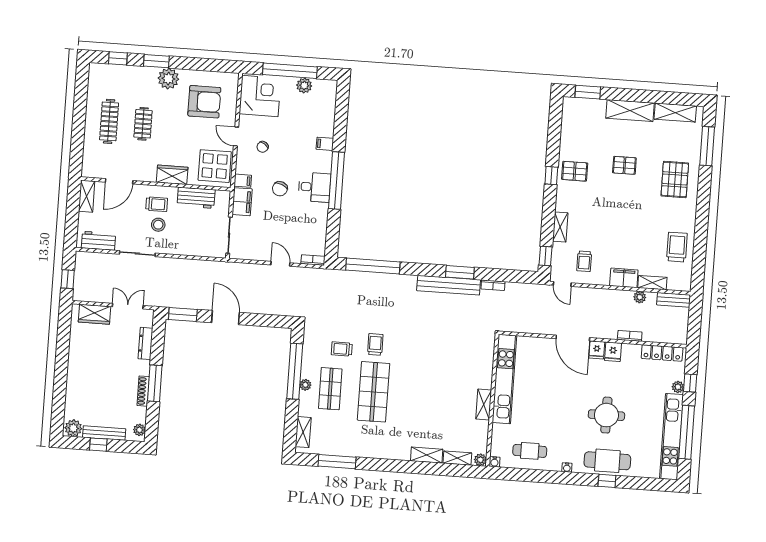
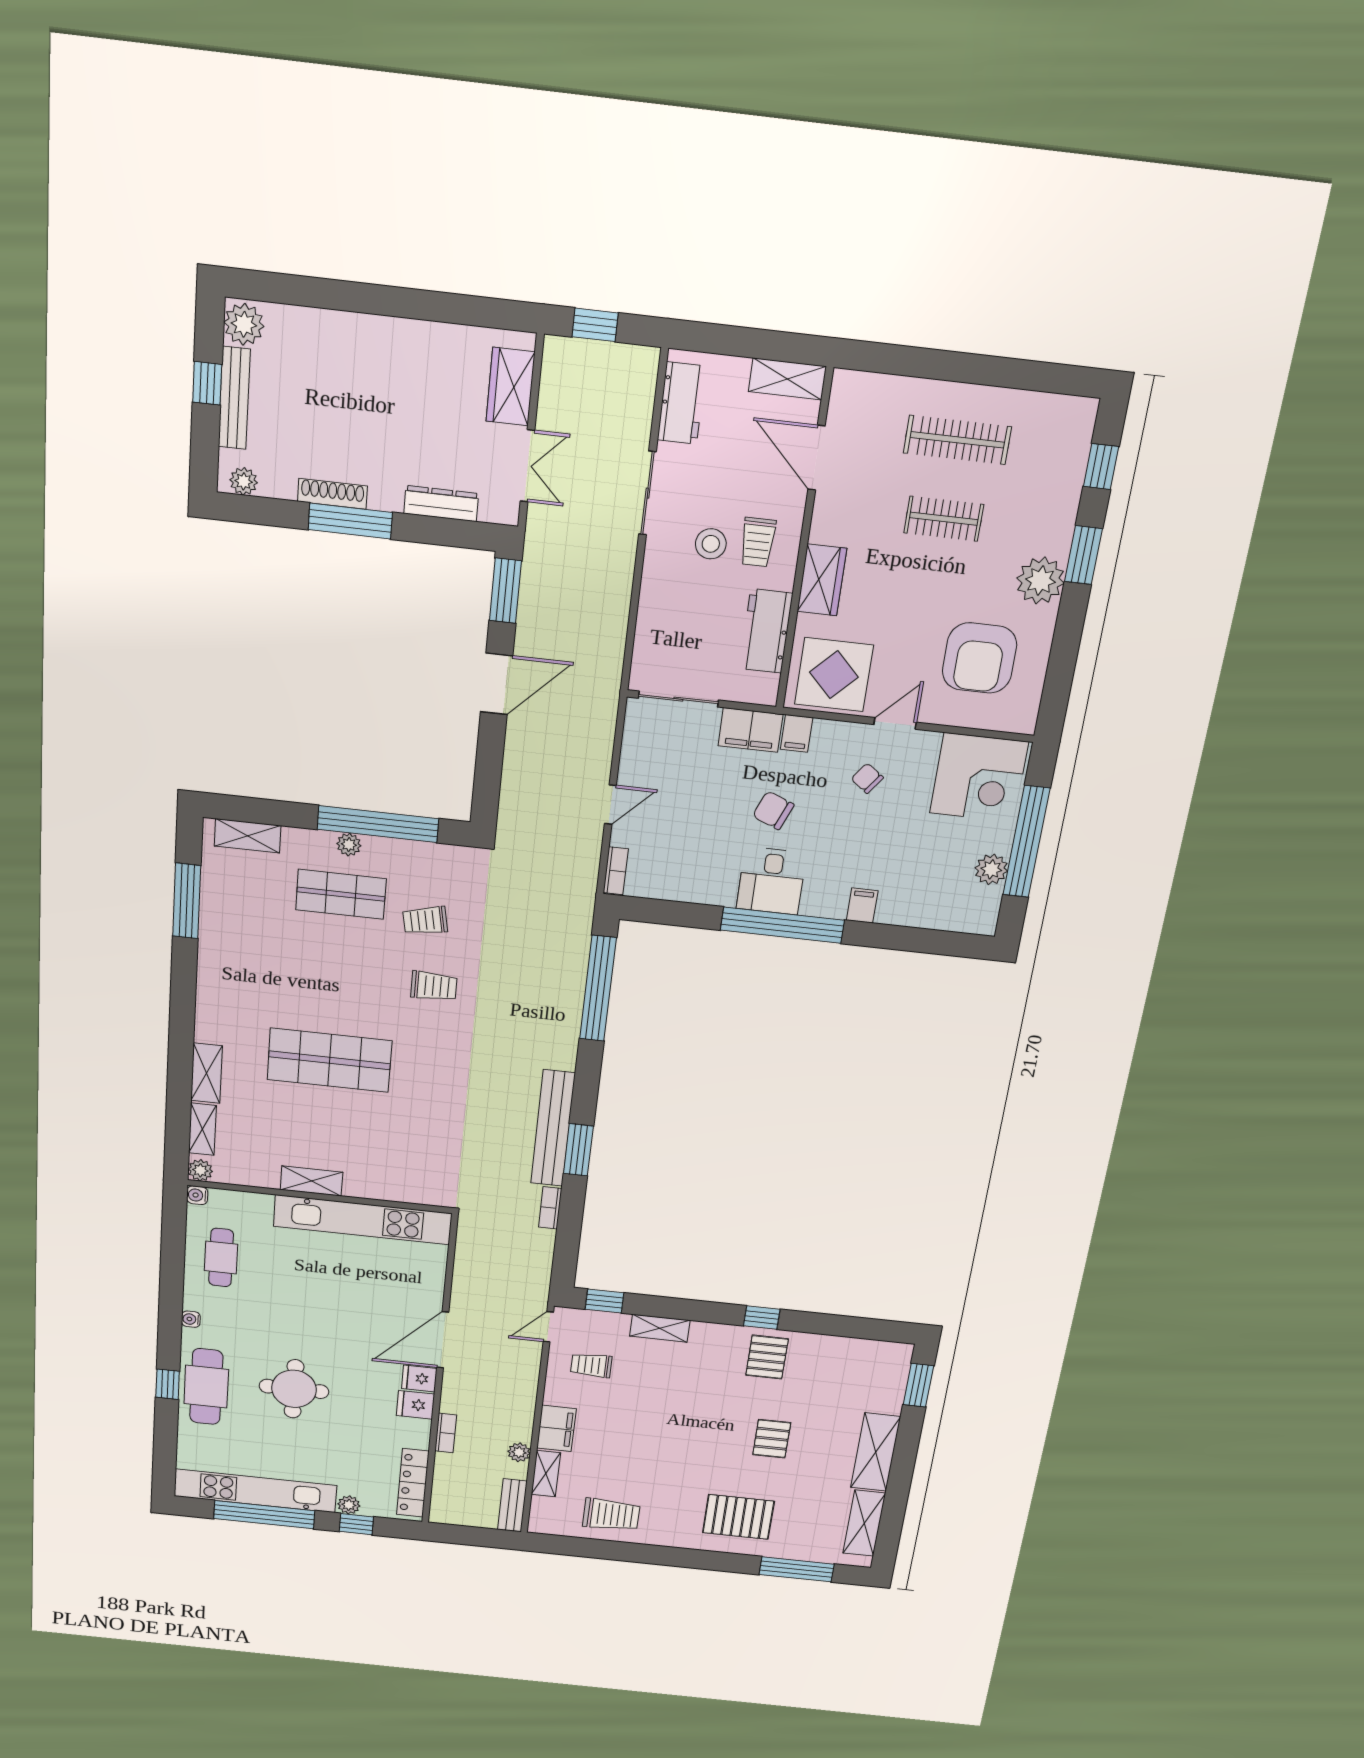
trolley: (342, 349) -> (425, 920), turned -101
shop shelf: (374, 392) -> (329, 1060), moved

